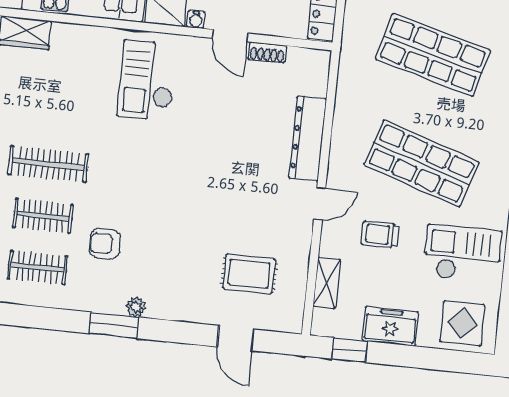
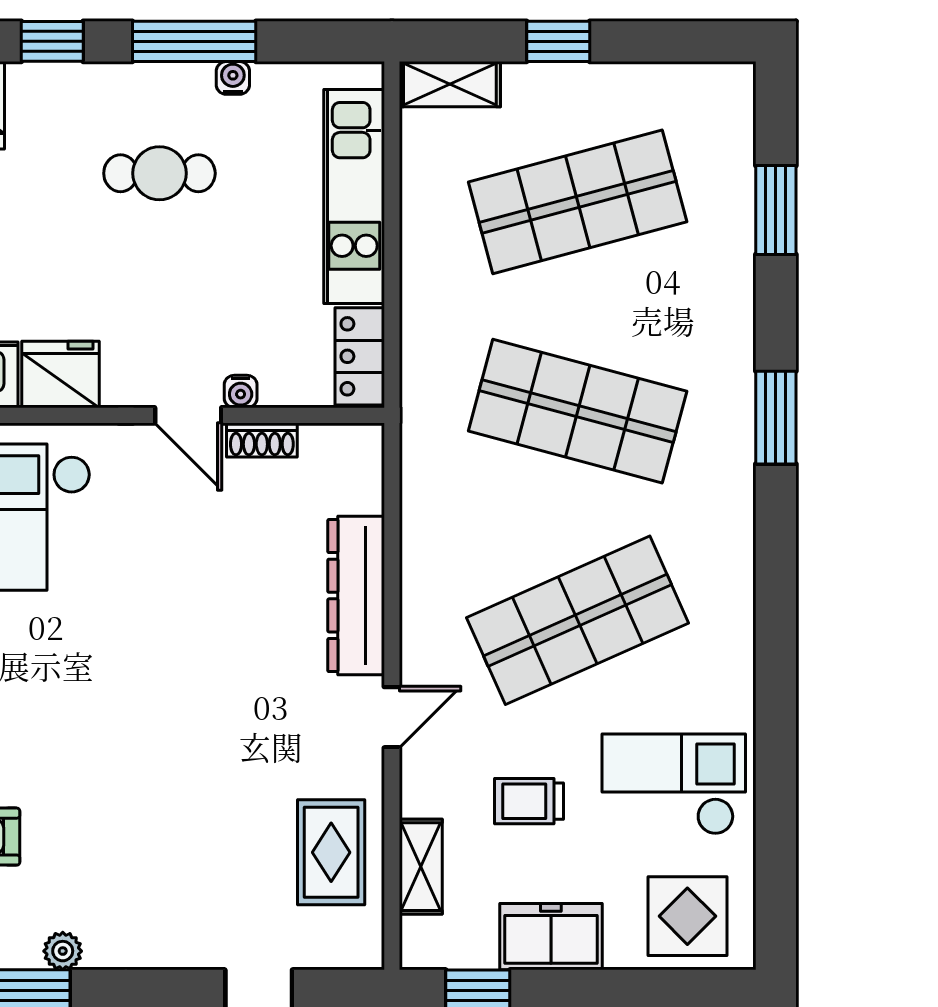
water cooler: (196, 20) -> (241, 391), moved
shop shelf: (421, 163) -> (578, 620), turned -42
trolley: (380, 234) -> (529, 801), moved
rug: (249, 274) -> (331, 852), moved, turned 90

